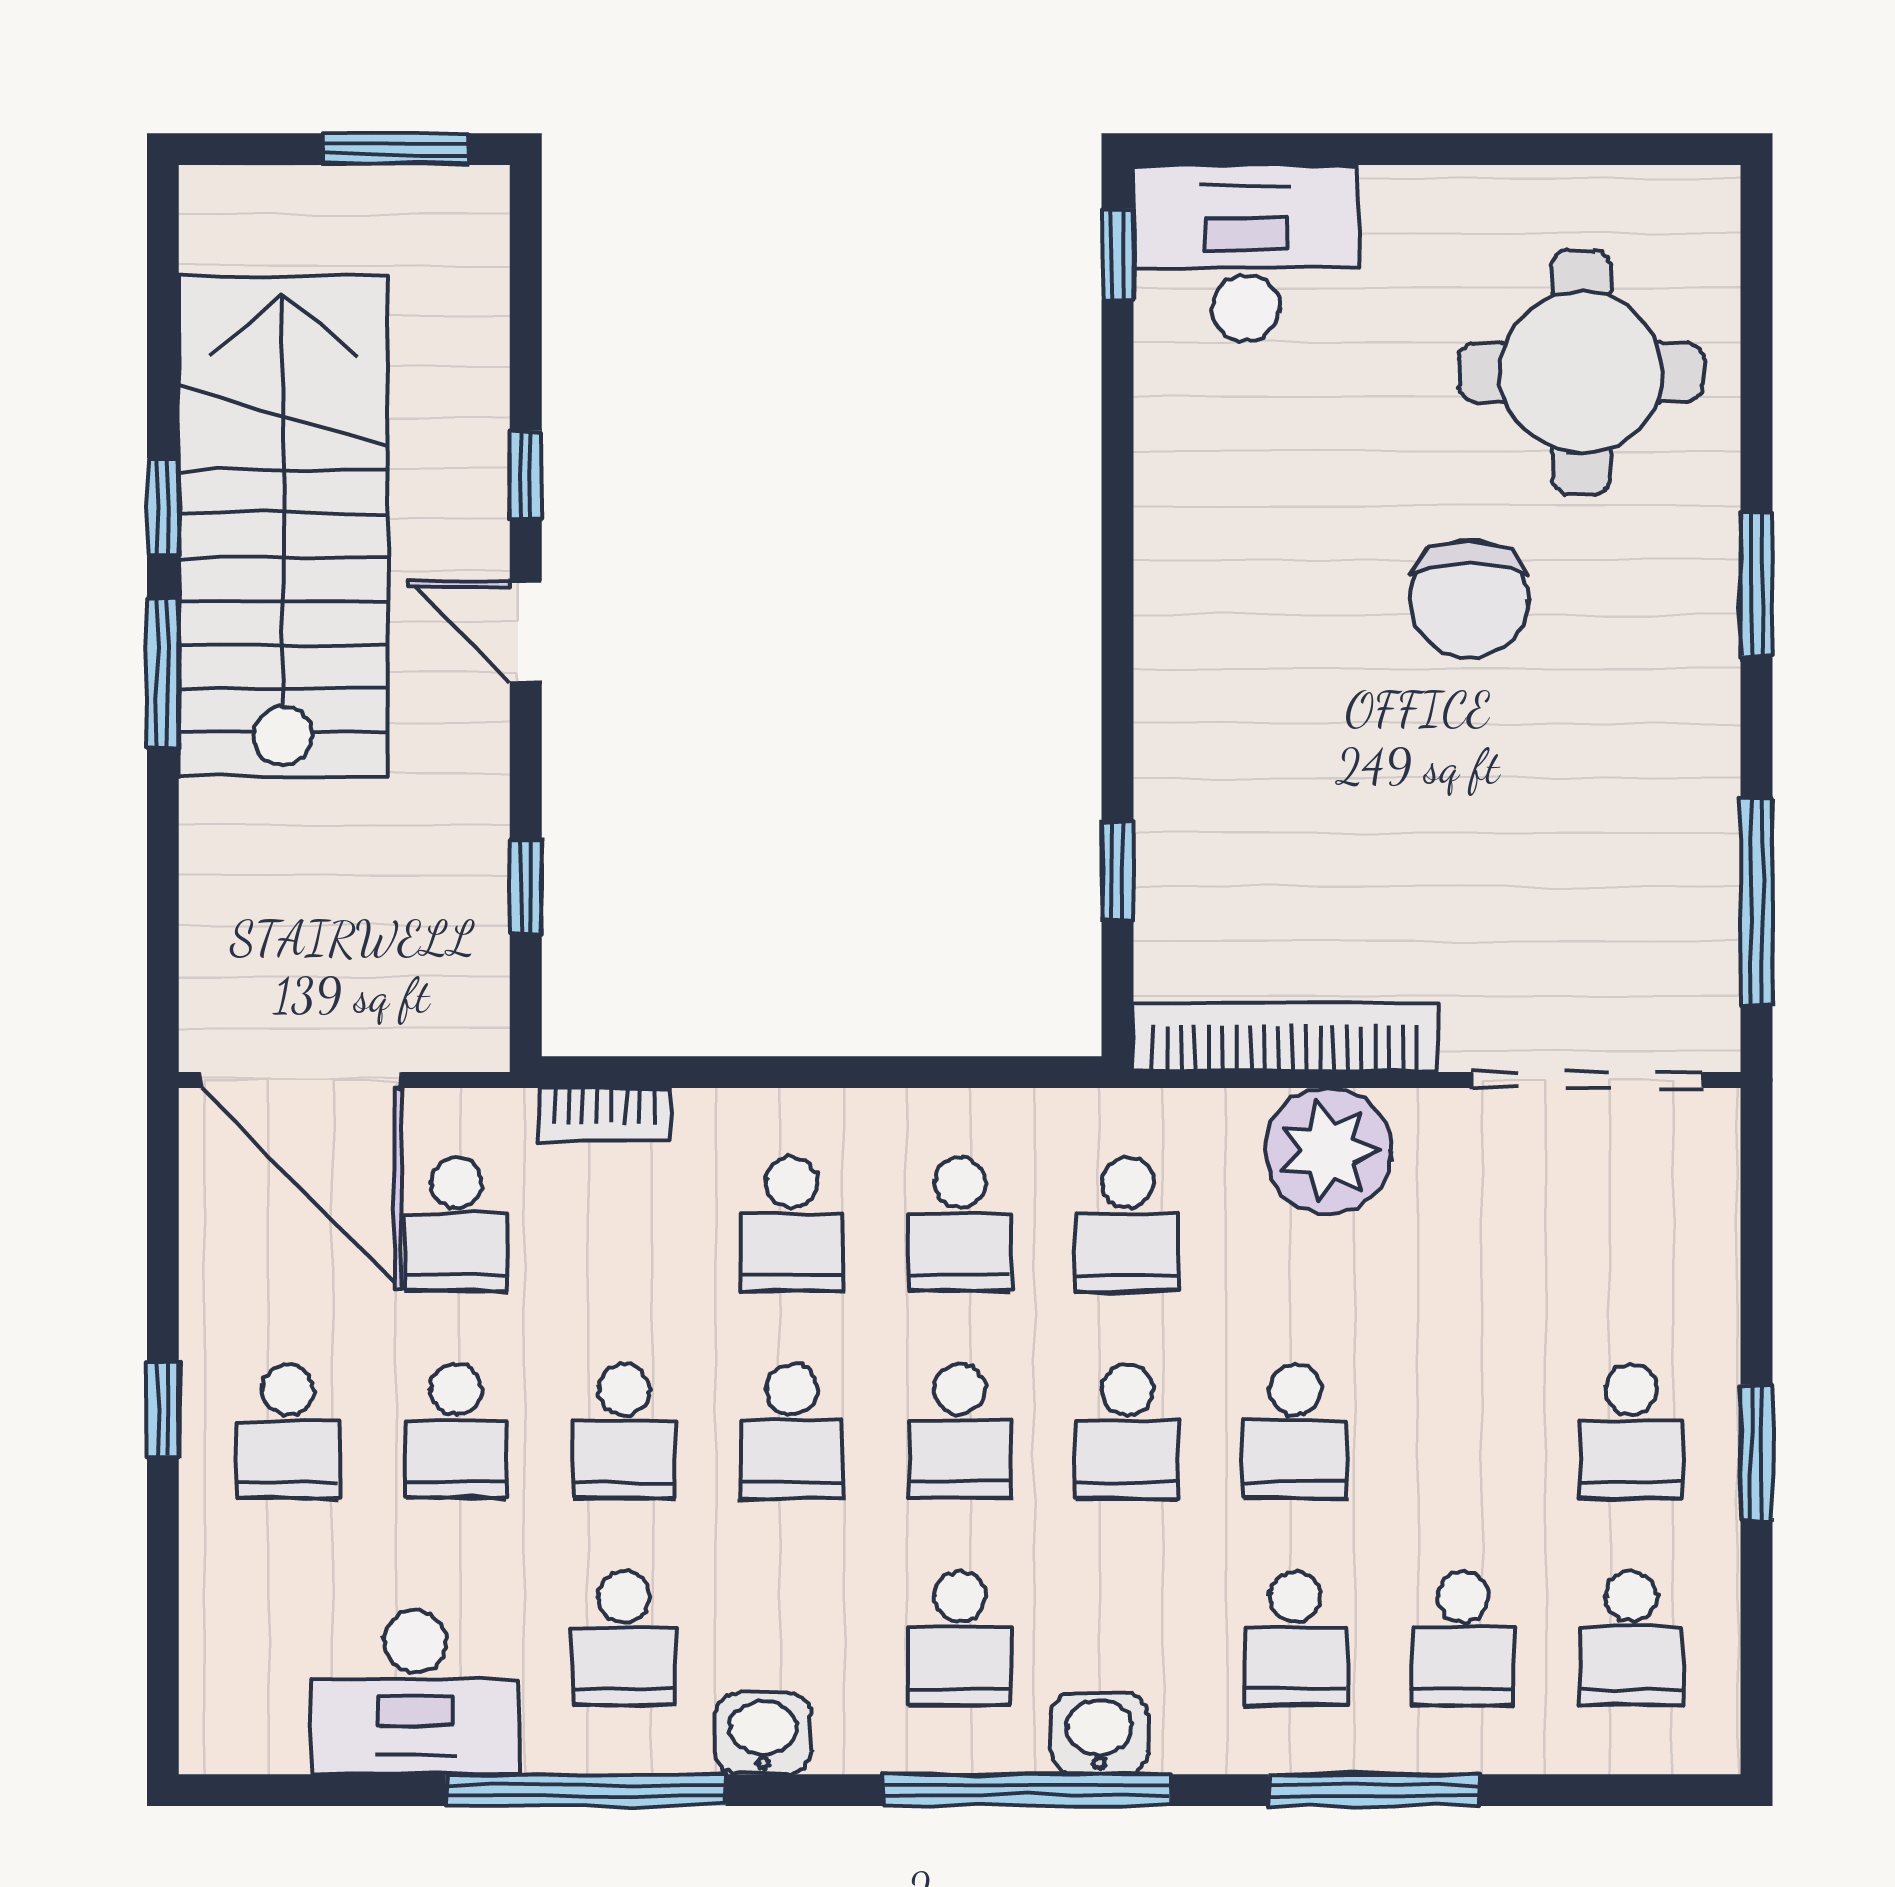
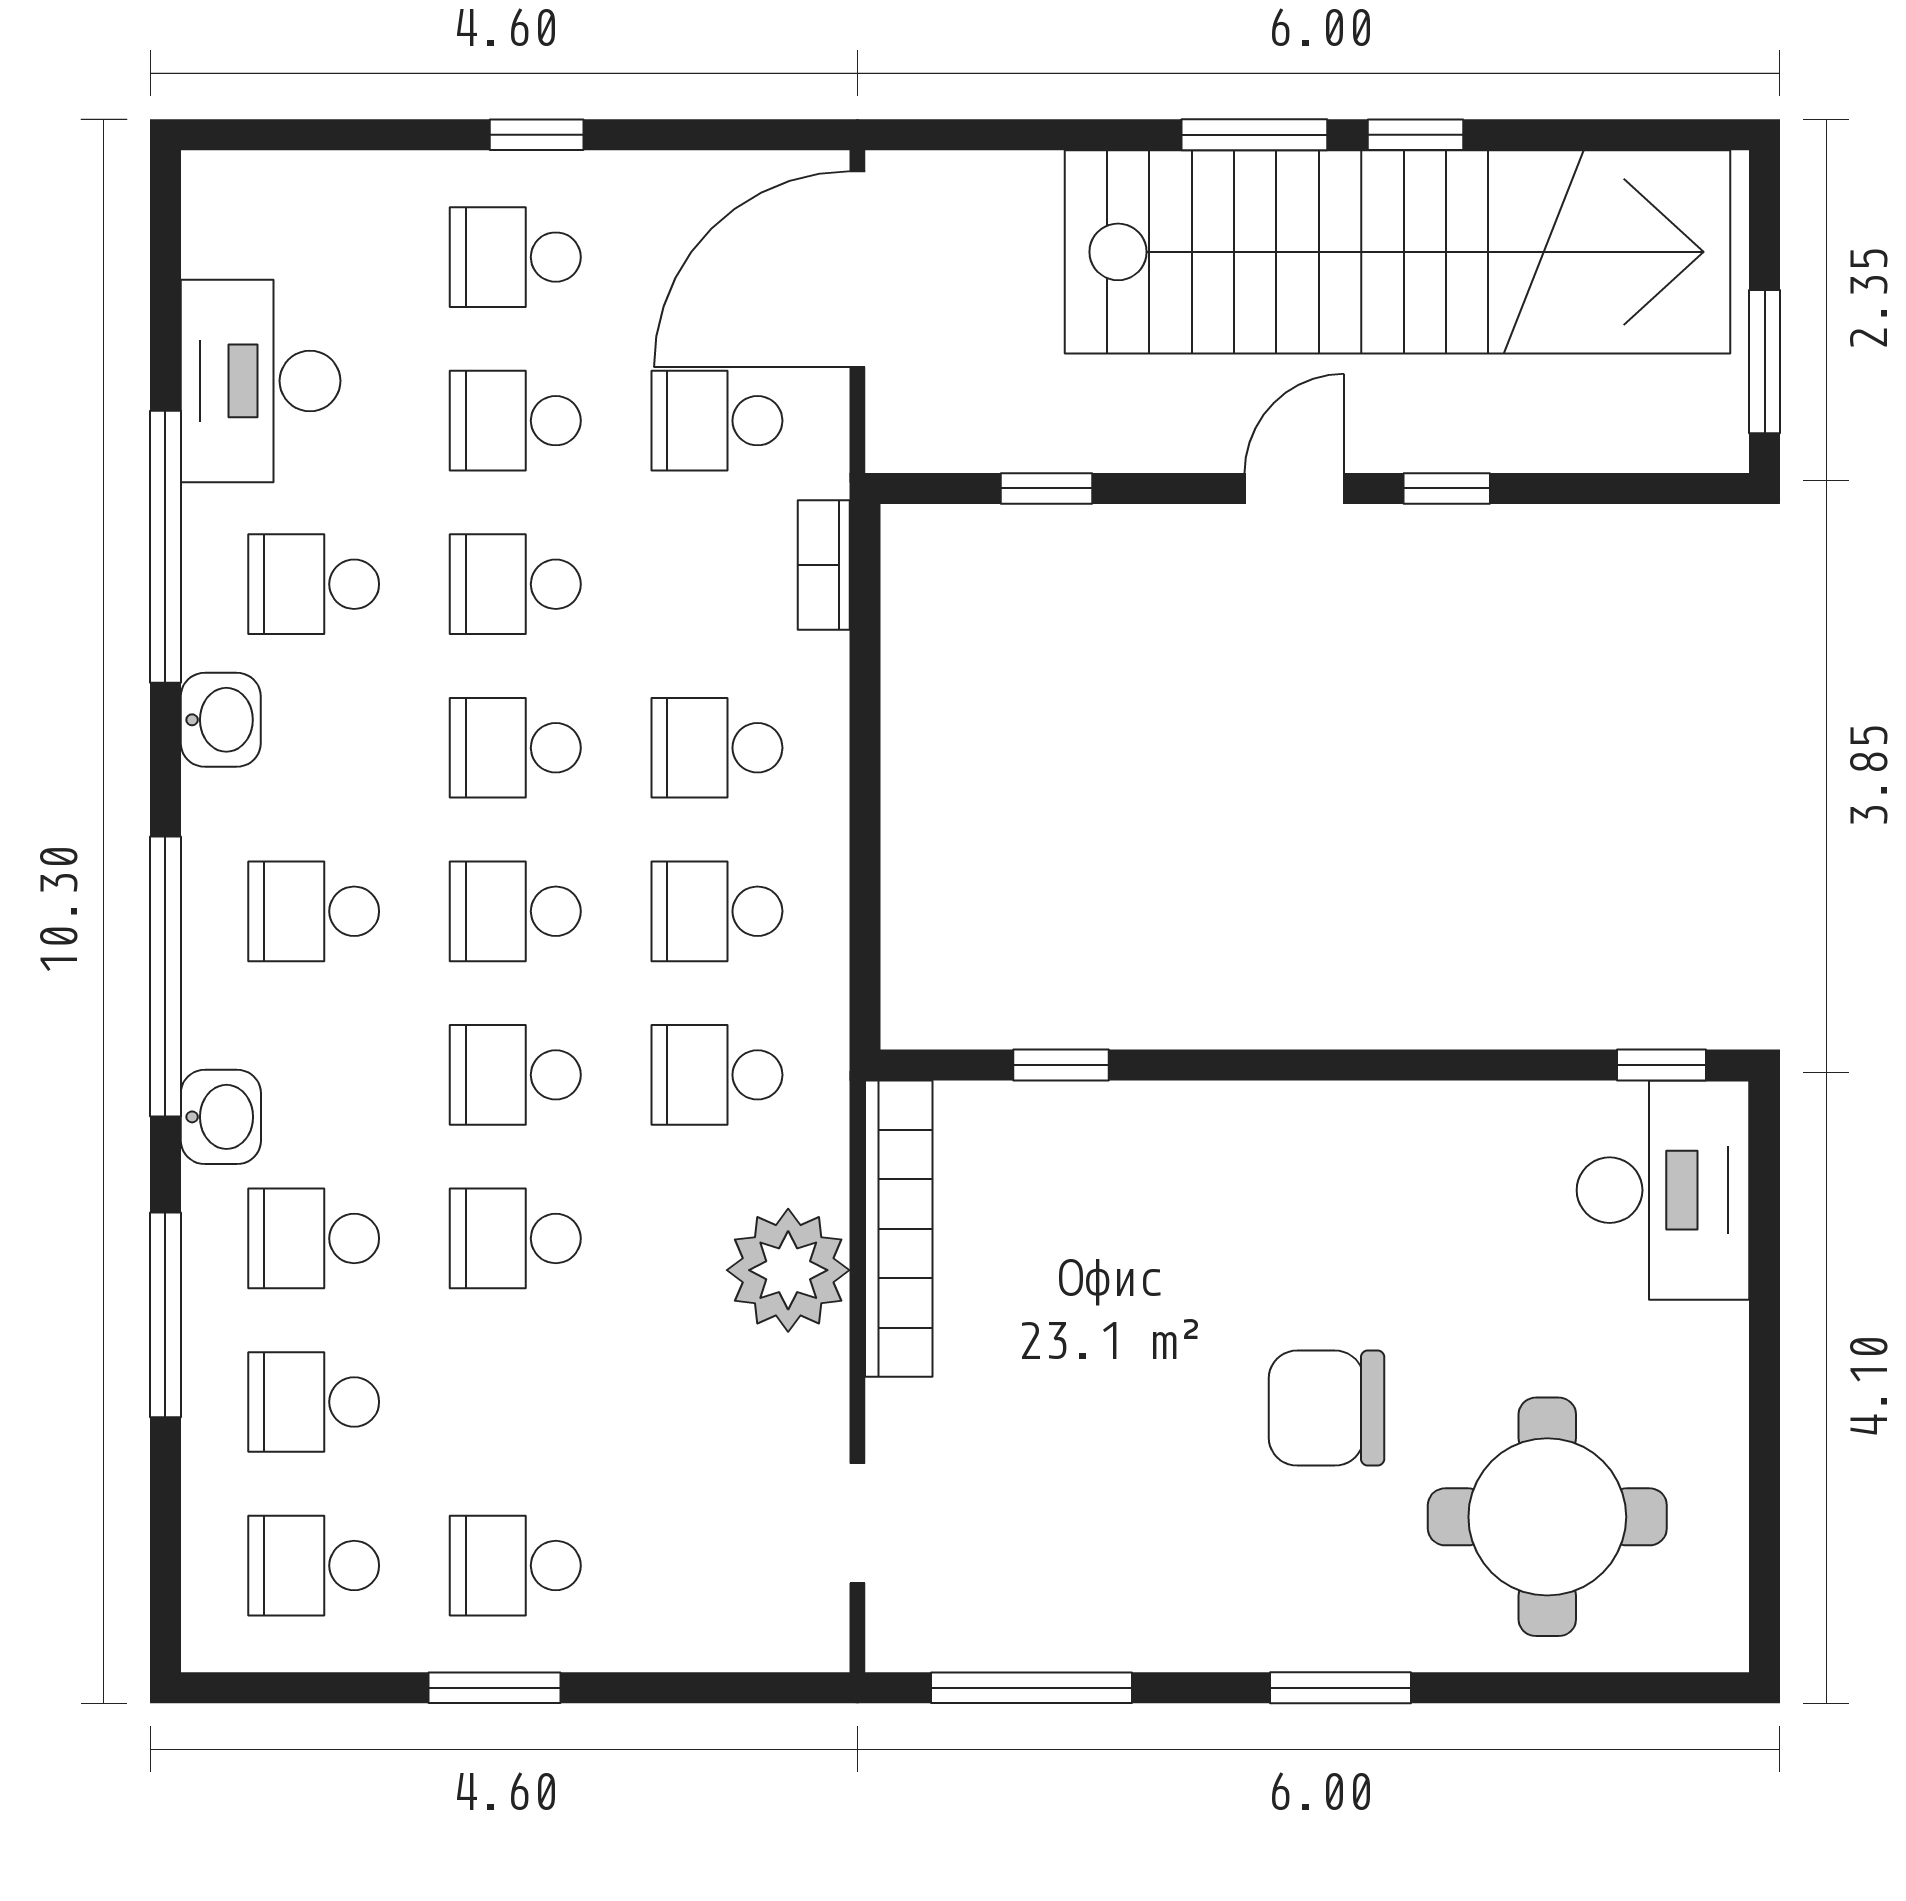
stairs: (283, 526) -> (1397, 252), width x1.36
doorway: (1588, 1080) -> (857, 1523), width x0.53
washbasin: (1099, 1733) -> (221, 1117), moved

